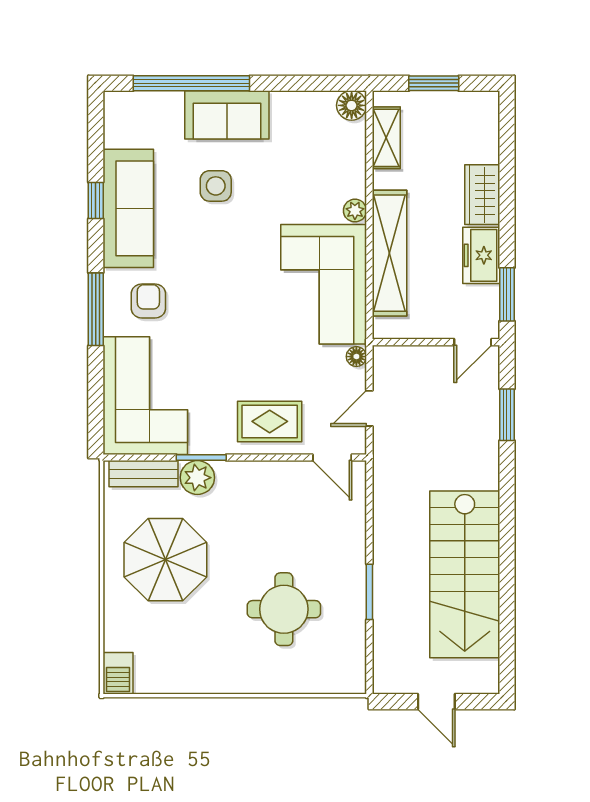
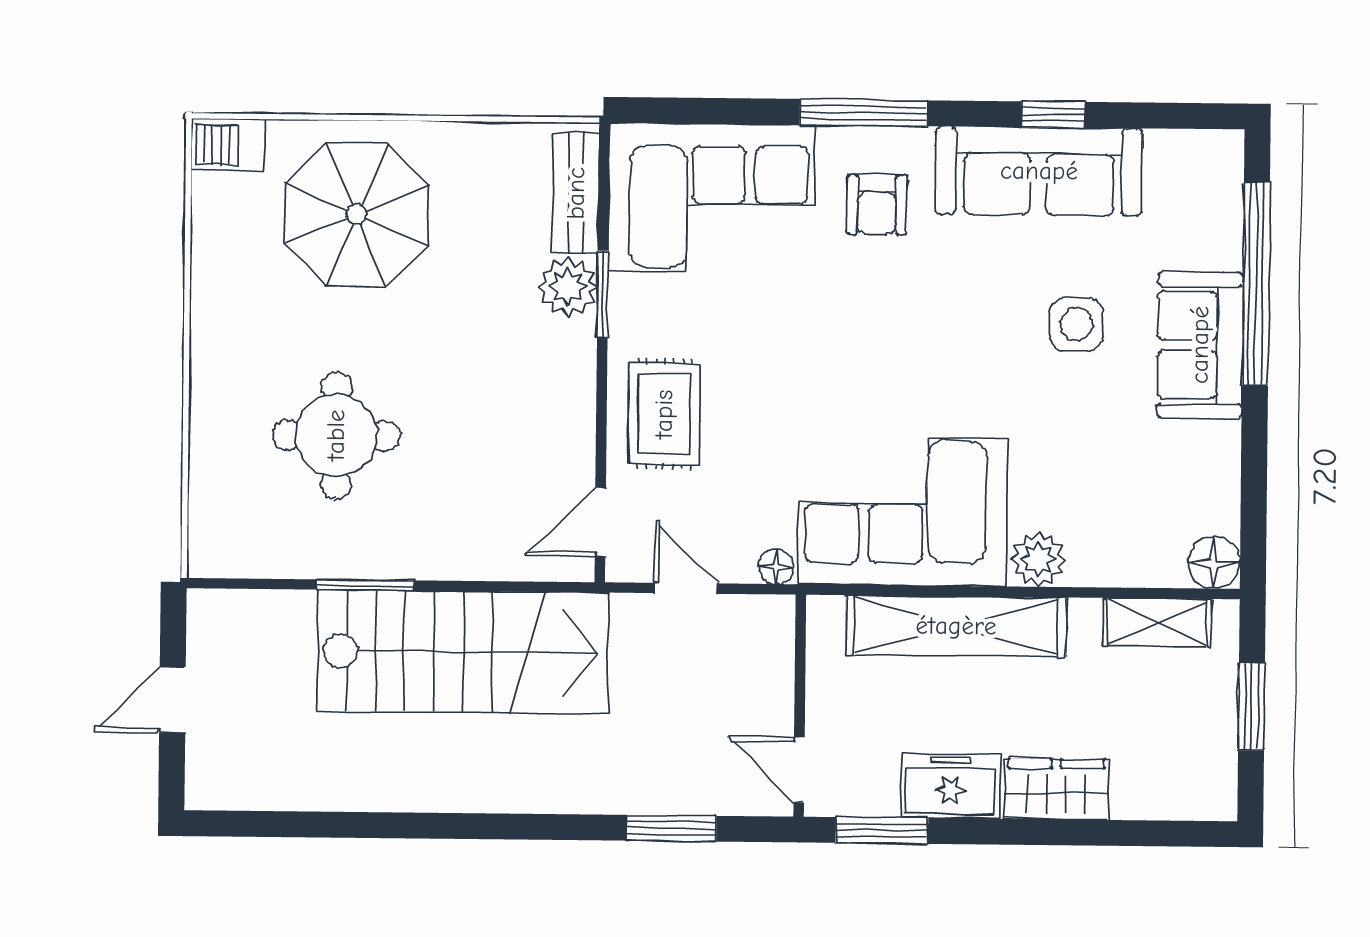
plant: (355, 211) -> (1038, 559), width x1.38, depth x1.38
armchair: (148, 301) -> (877, 205), turned 90
parasol: (165, 560) -> (356, 214), moved
stairs: (465, 574) -> (463, 652), moved, turned 180

